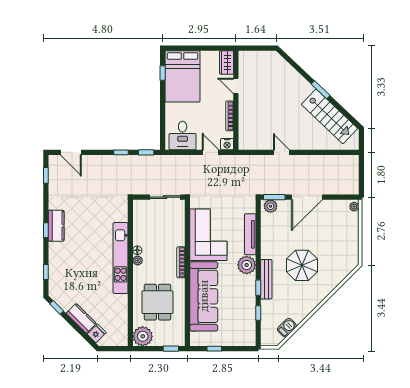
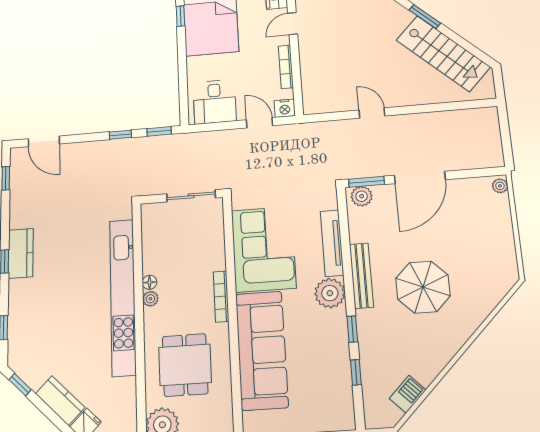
door: (236, 86) -> (293, 24), hinge flipped
kitchen unit: (121, 258) -> (123, 297), width x1.36
bench: (266, 279) -> (361, 276), moved

